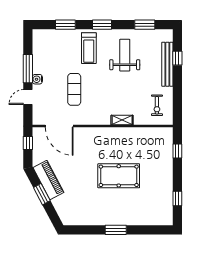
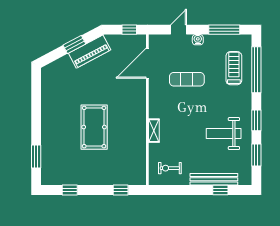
window: (65, 25) -> (256, 70), width x2.11
window: (102, 25) -> (256, 120), moved
treadmill: (89, 48) -> (234, 68), moved, turned 90
weight bench: (125, 55) -> (224, 134), turned 180
window: (28, 69) -> (224, 30), moved
door: (28, 97) -> (179, 30), hinge flipped
window: (116, 230) -> (36, 157), moved

